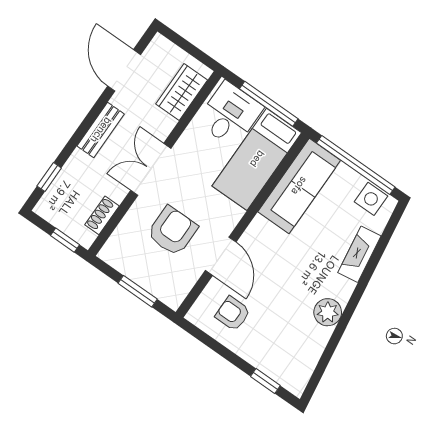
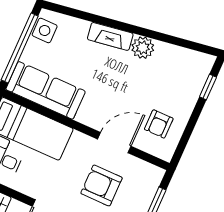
fireplace: (359, 254) -> (110, 36), moved

